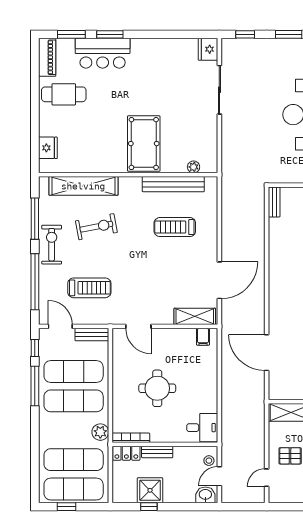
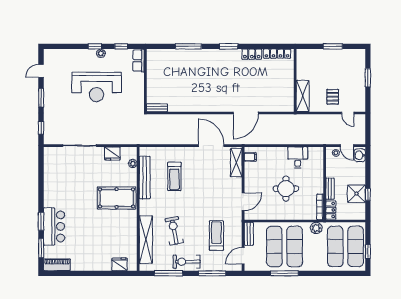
fridge: (208, 49) -> (112, 153), moved
cafe table: (64, 94) -> (83, 253), removed
window: (35, 282) -> (212, 273), width x0.68
window: (35, 348) -> (258, 273), removed
door: (267, 353) -> (246, 113), moved
desk: (202, 428) -> (298, 157), moved

